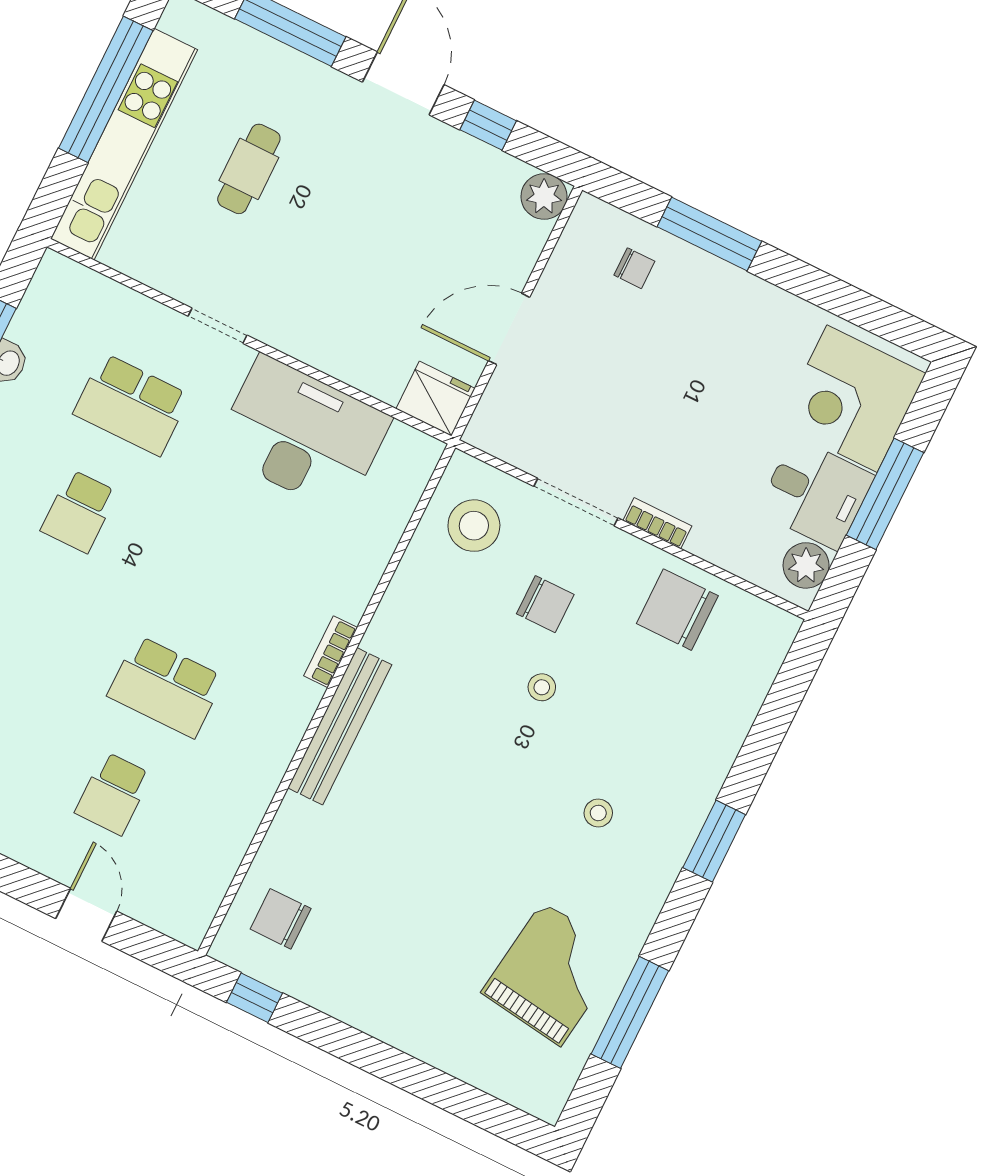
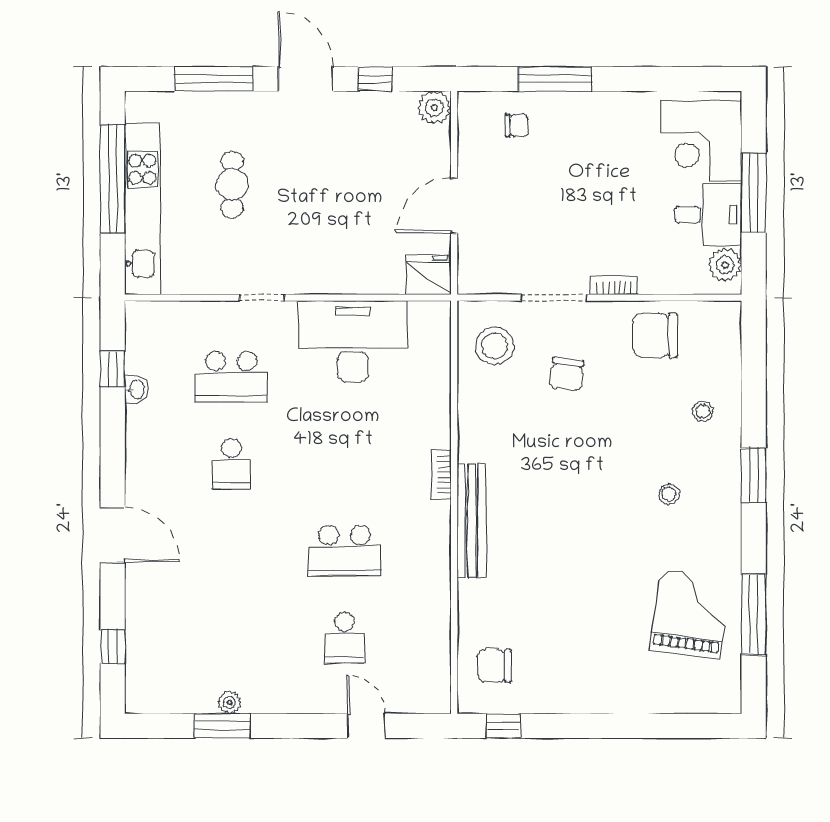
chair: (545, 604) -> (567, 374), turned 97
stool: (542, 687) -> (703, 411), moved

